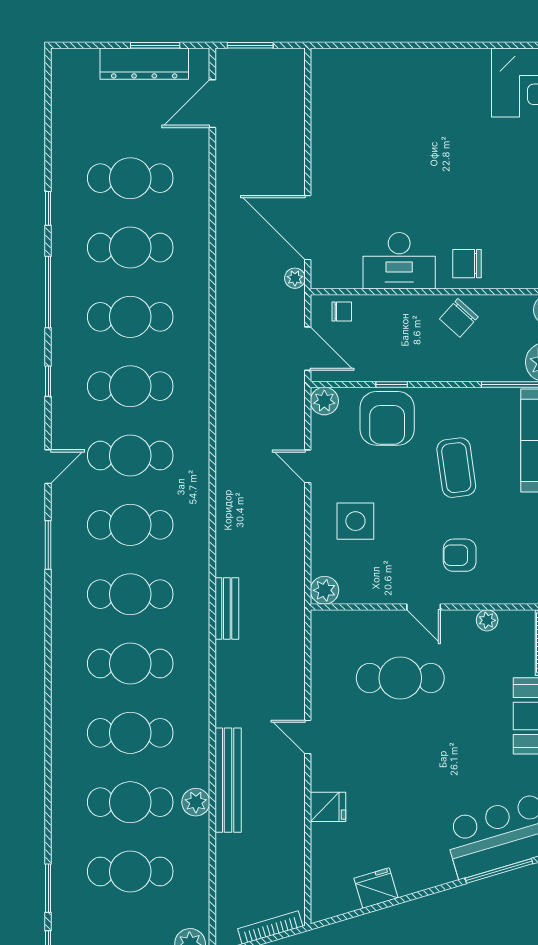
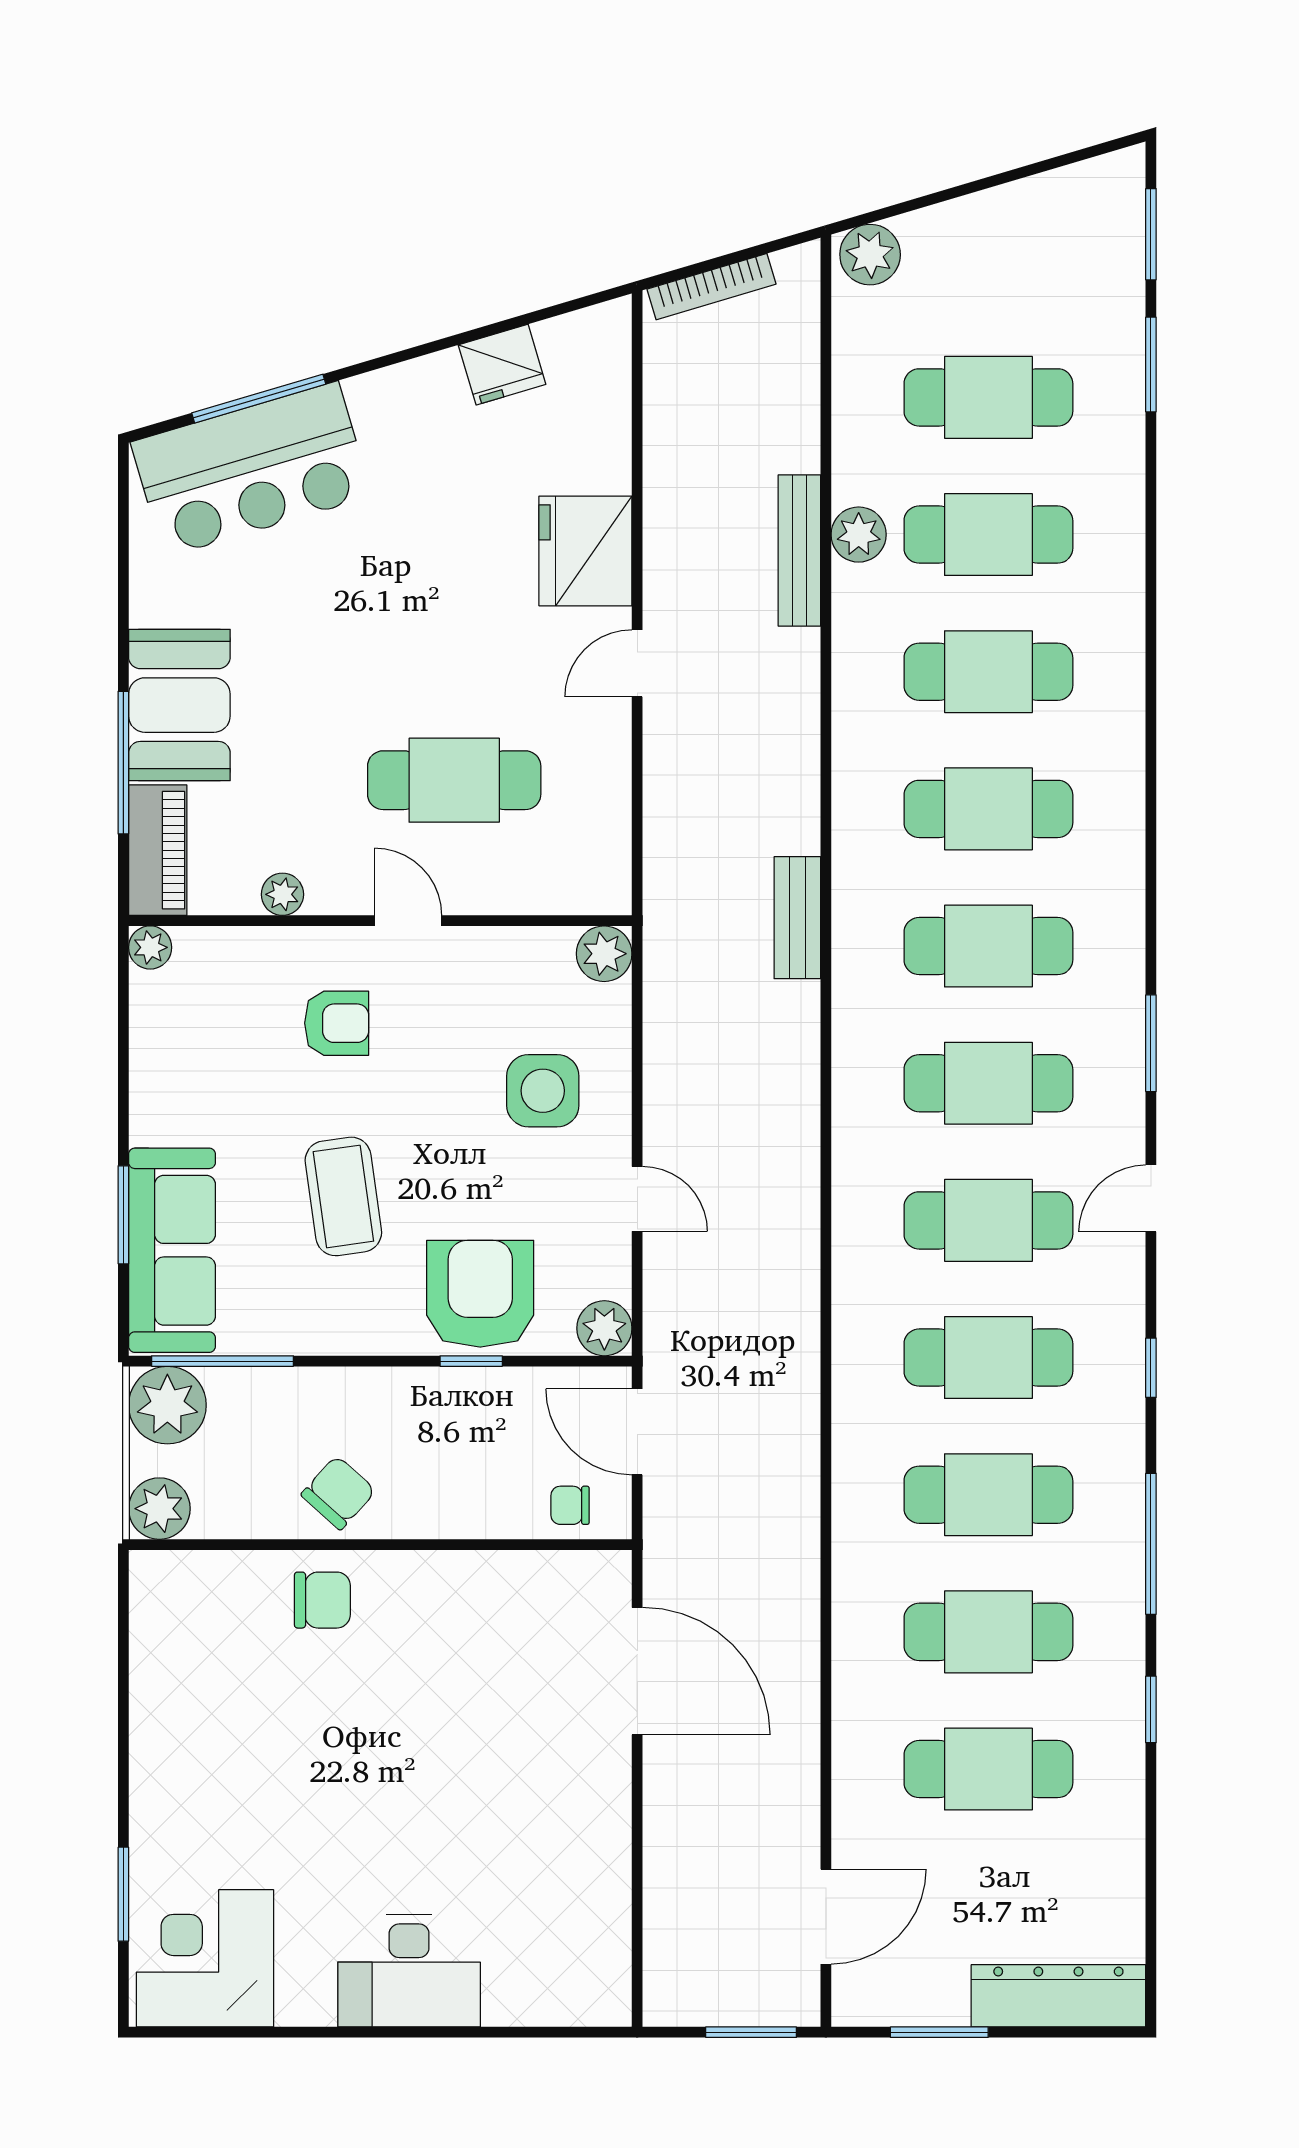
dresser: (144, 64) -> (1058, 1996), moved
desk: (399, 261) -> (409, 1971), moved, turned 180
plant: (295, 278) -> (663, 1571), removed
door: (308, 737) -> (637, 663), swing flipped
bench: (228, 780) -> (799, 551), width x0.73, depth x0.82
fridge: (328, 807) -> (585, 551), width x1.88, depth x1.34

